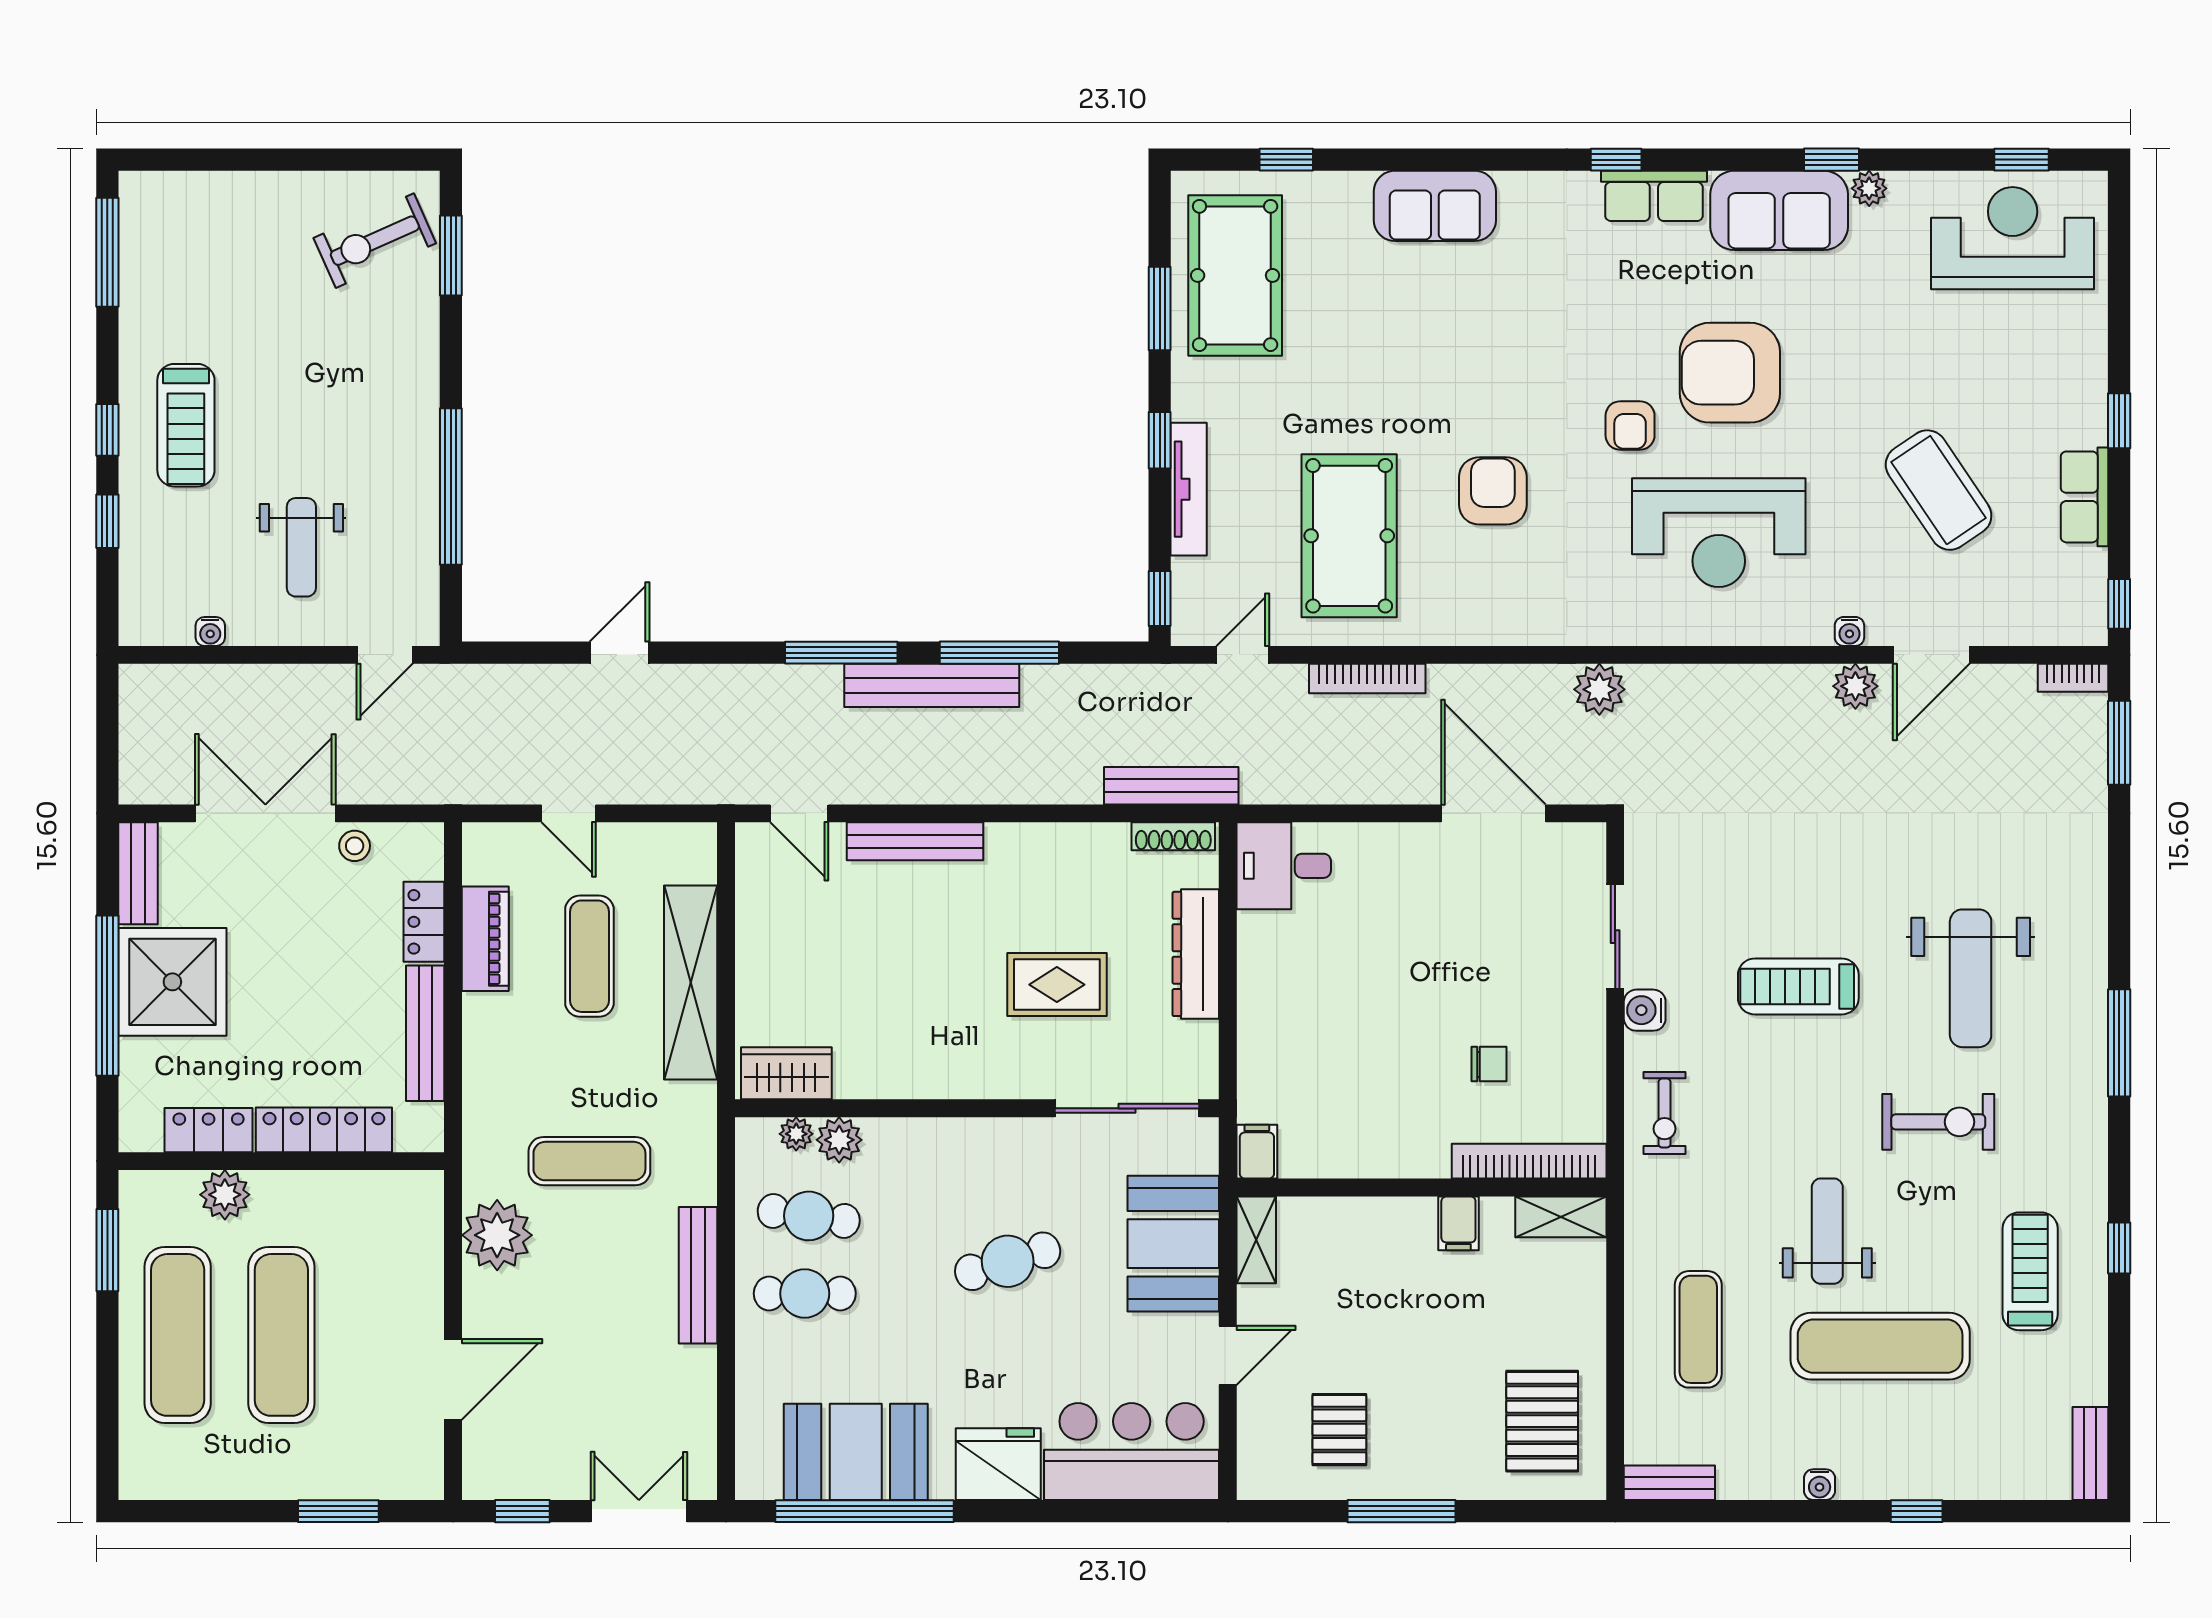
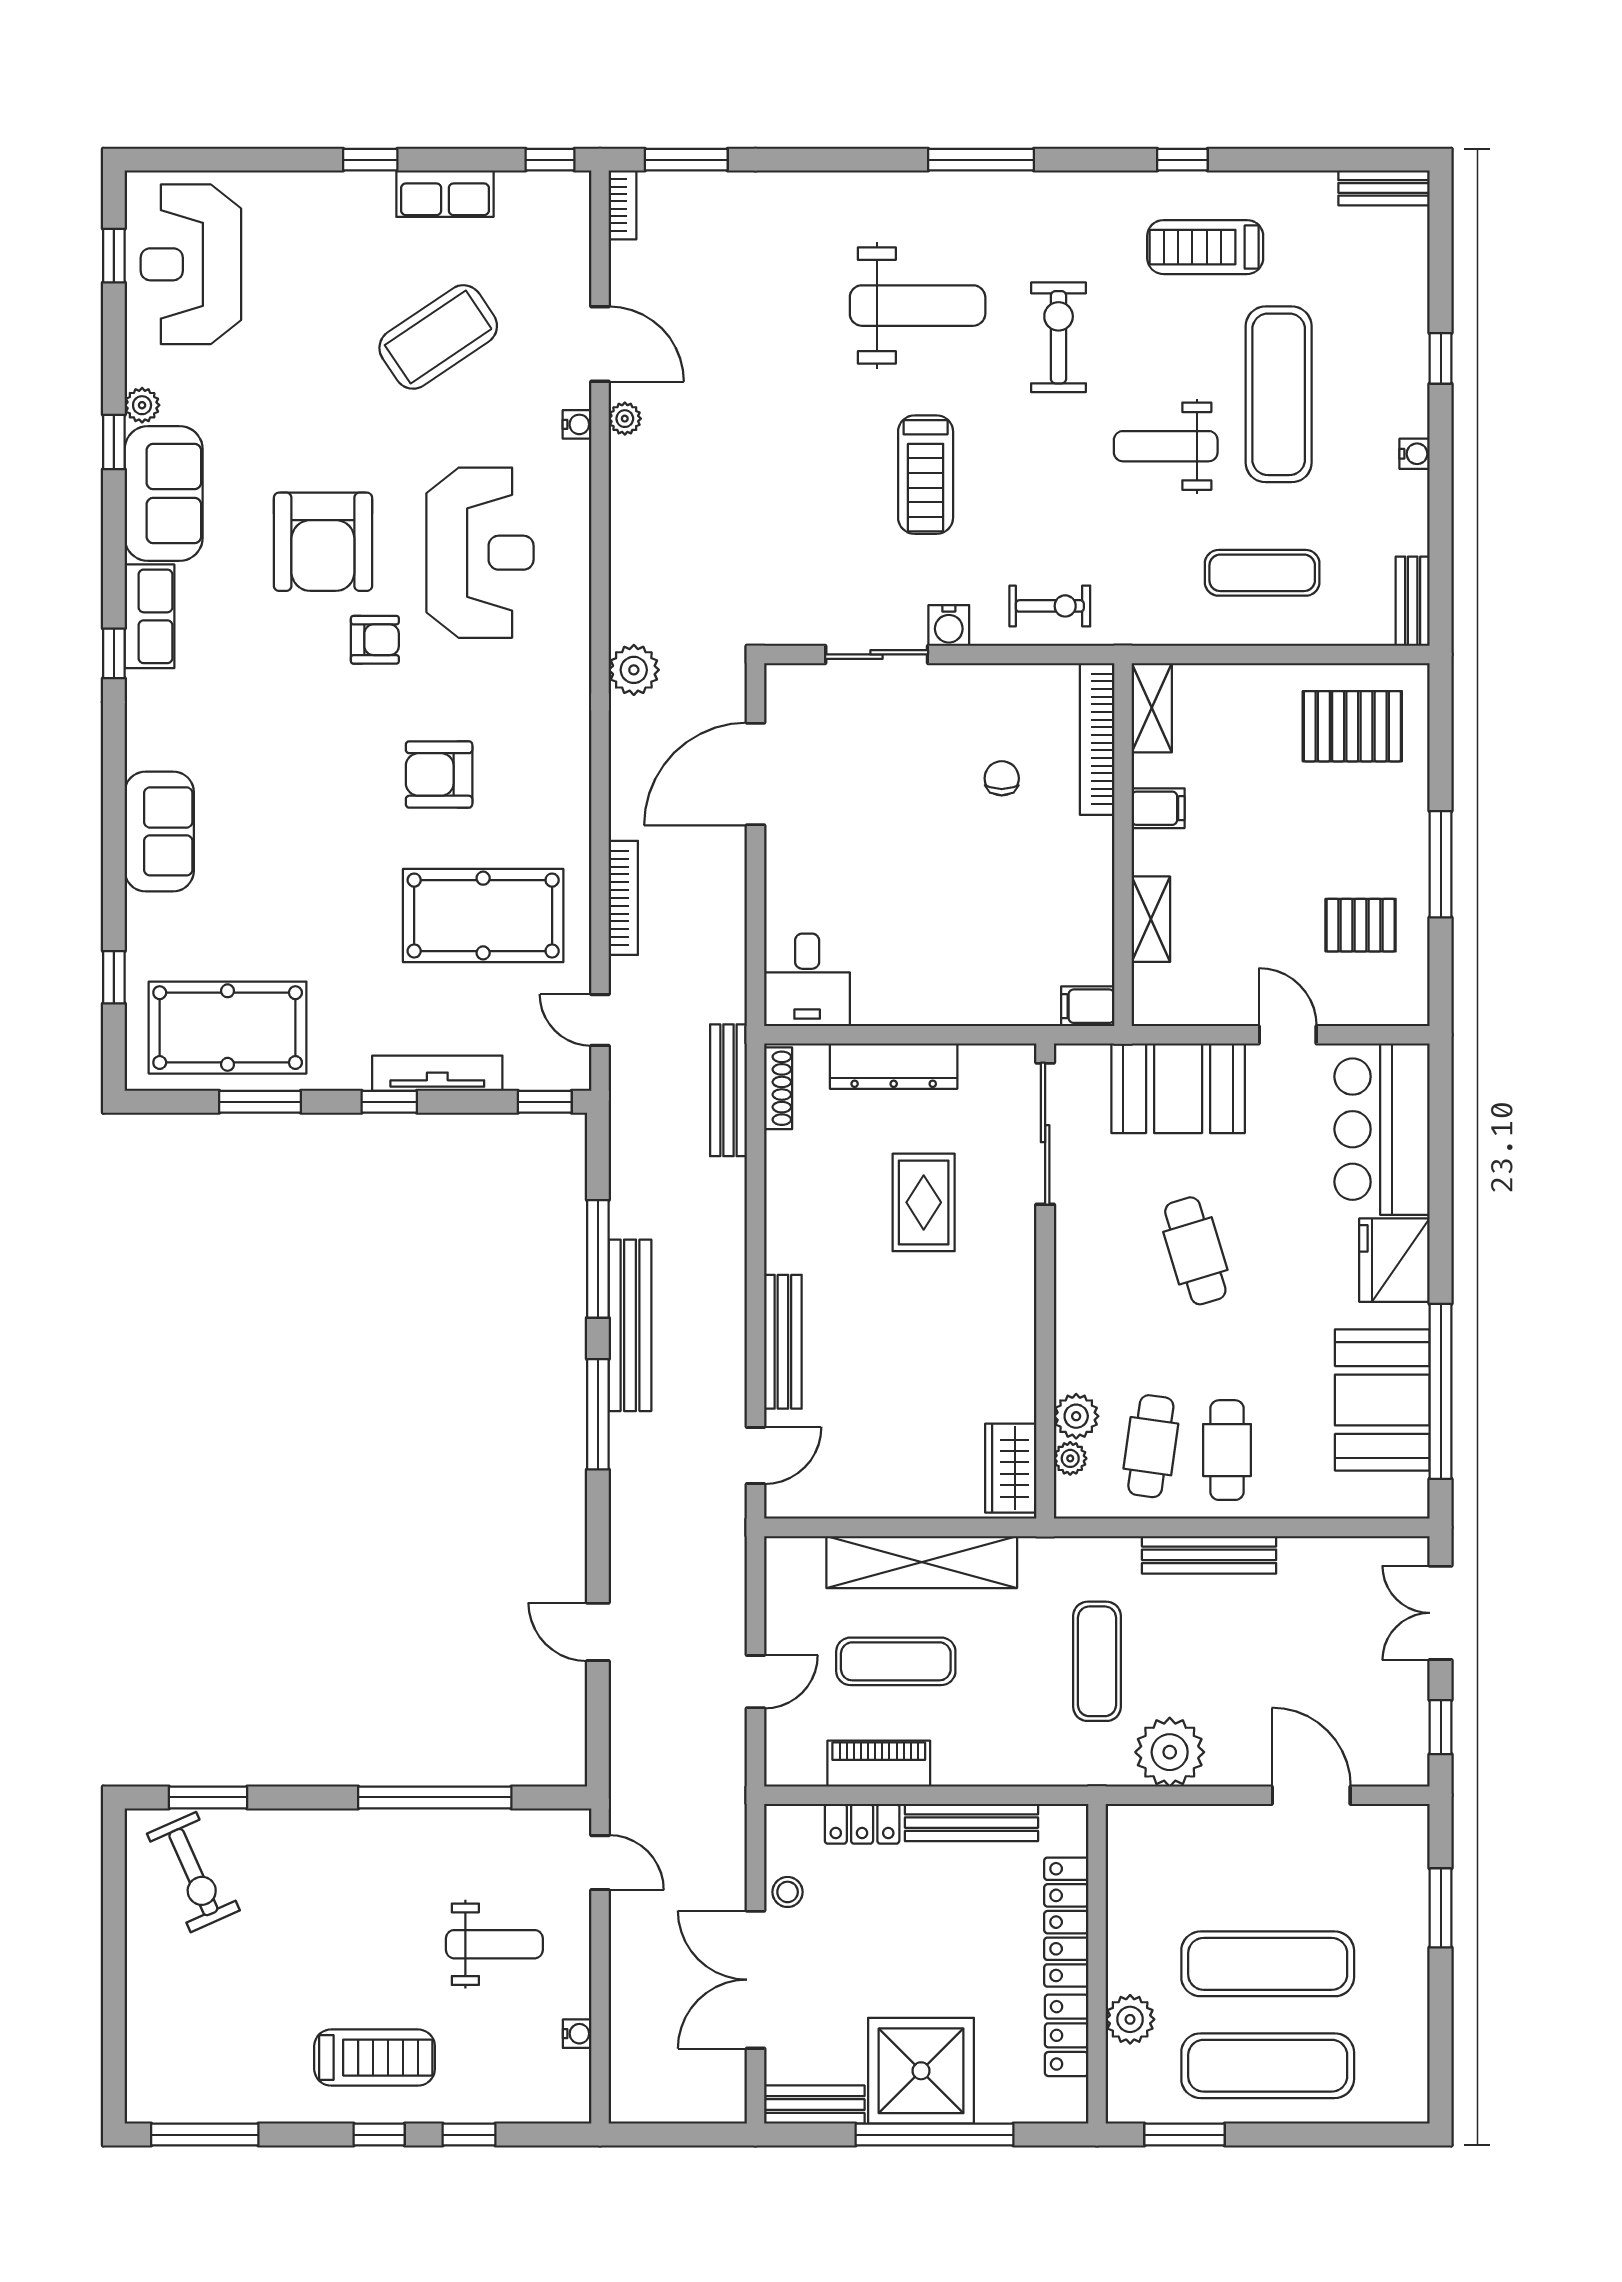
plant: (1855, 686) -> (625, 419), width x0.73, depth x0.73
shelving: (1256, 1240) -> (1151, 919), moved, turned 90

